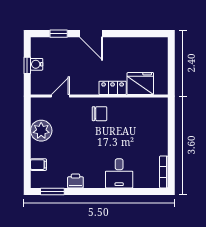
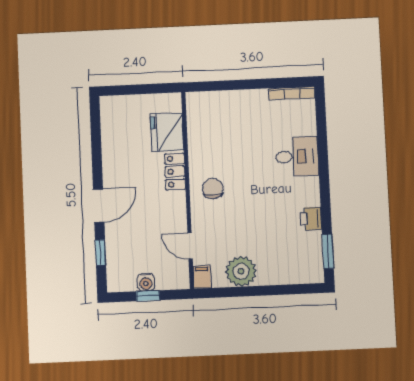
filing cabinet: (38, 165) -> (202, 277), moved

